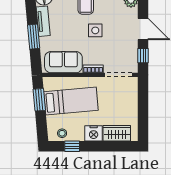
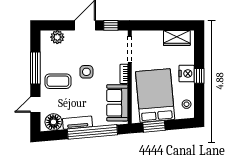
window: (34, 37) -> (92, 132), width x2.11
bed: (71, 101) -> (155, 96), width x1.50
wardrobe: (117, 133) -> (177, 38), moved, turned -90
window: (72, 146) -> (199, 76), moved

